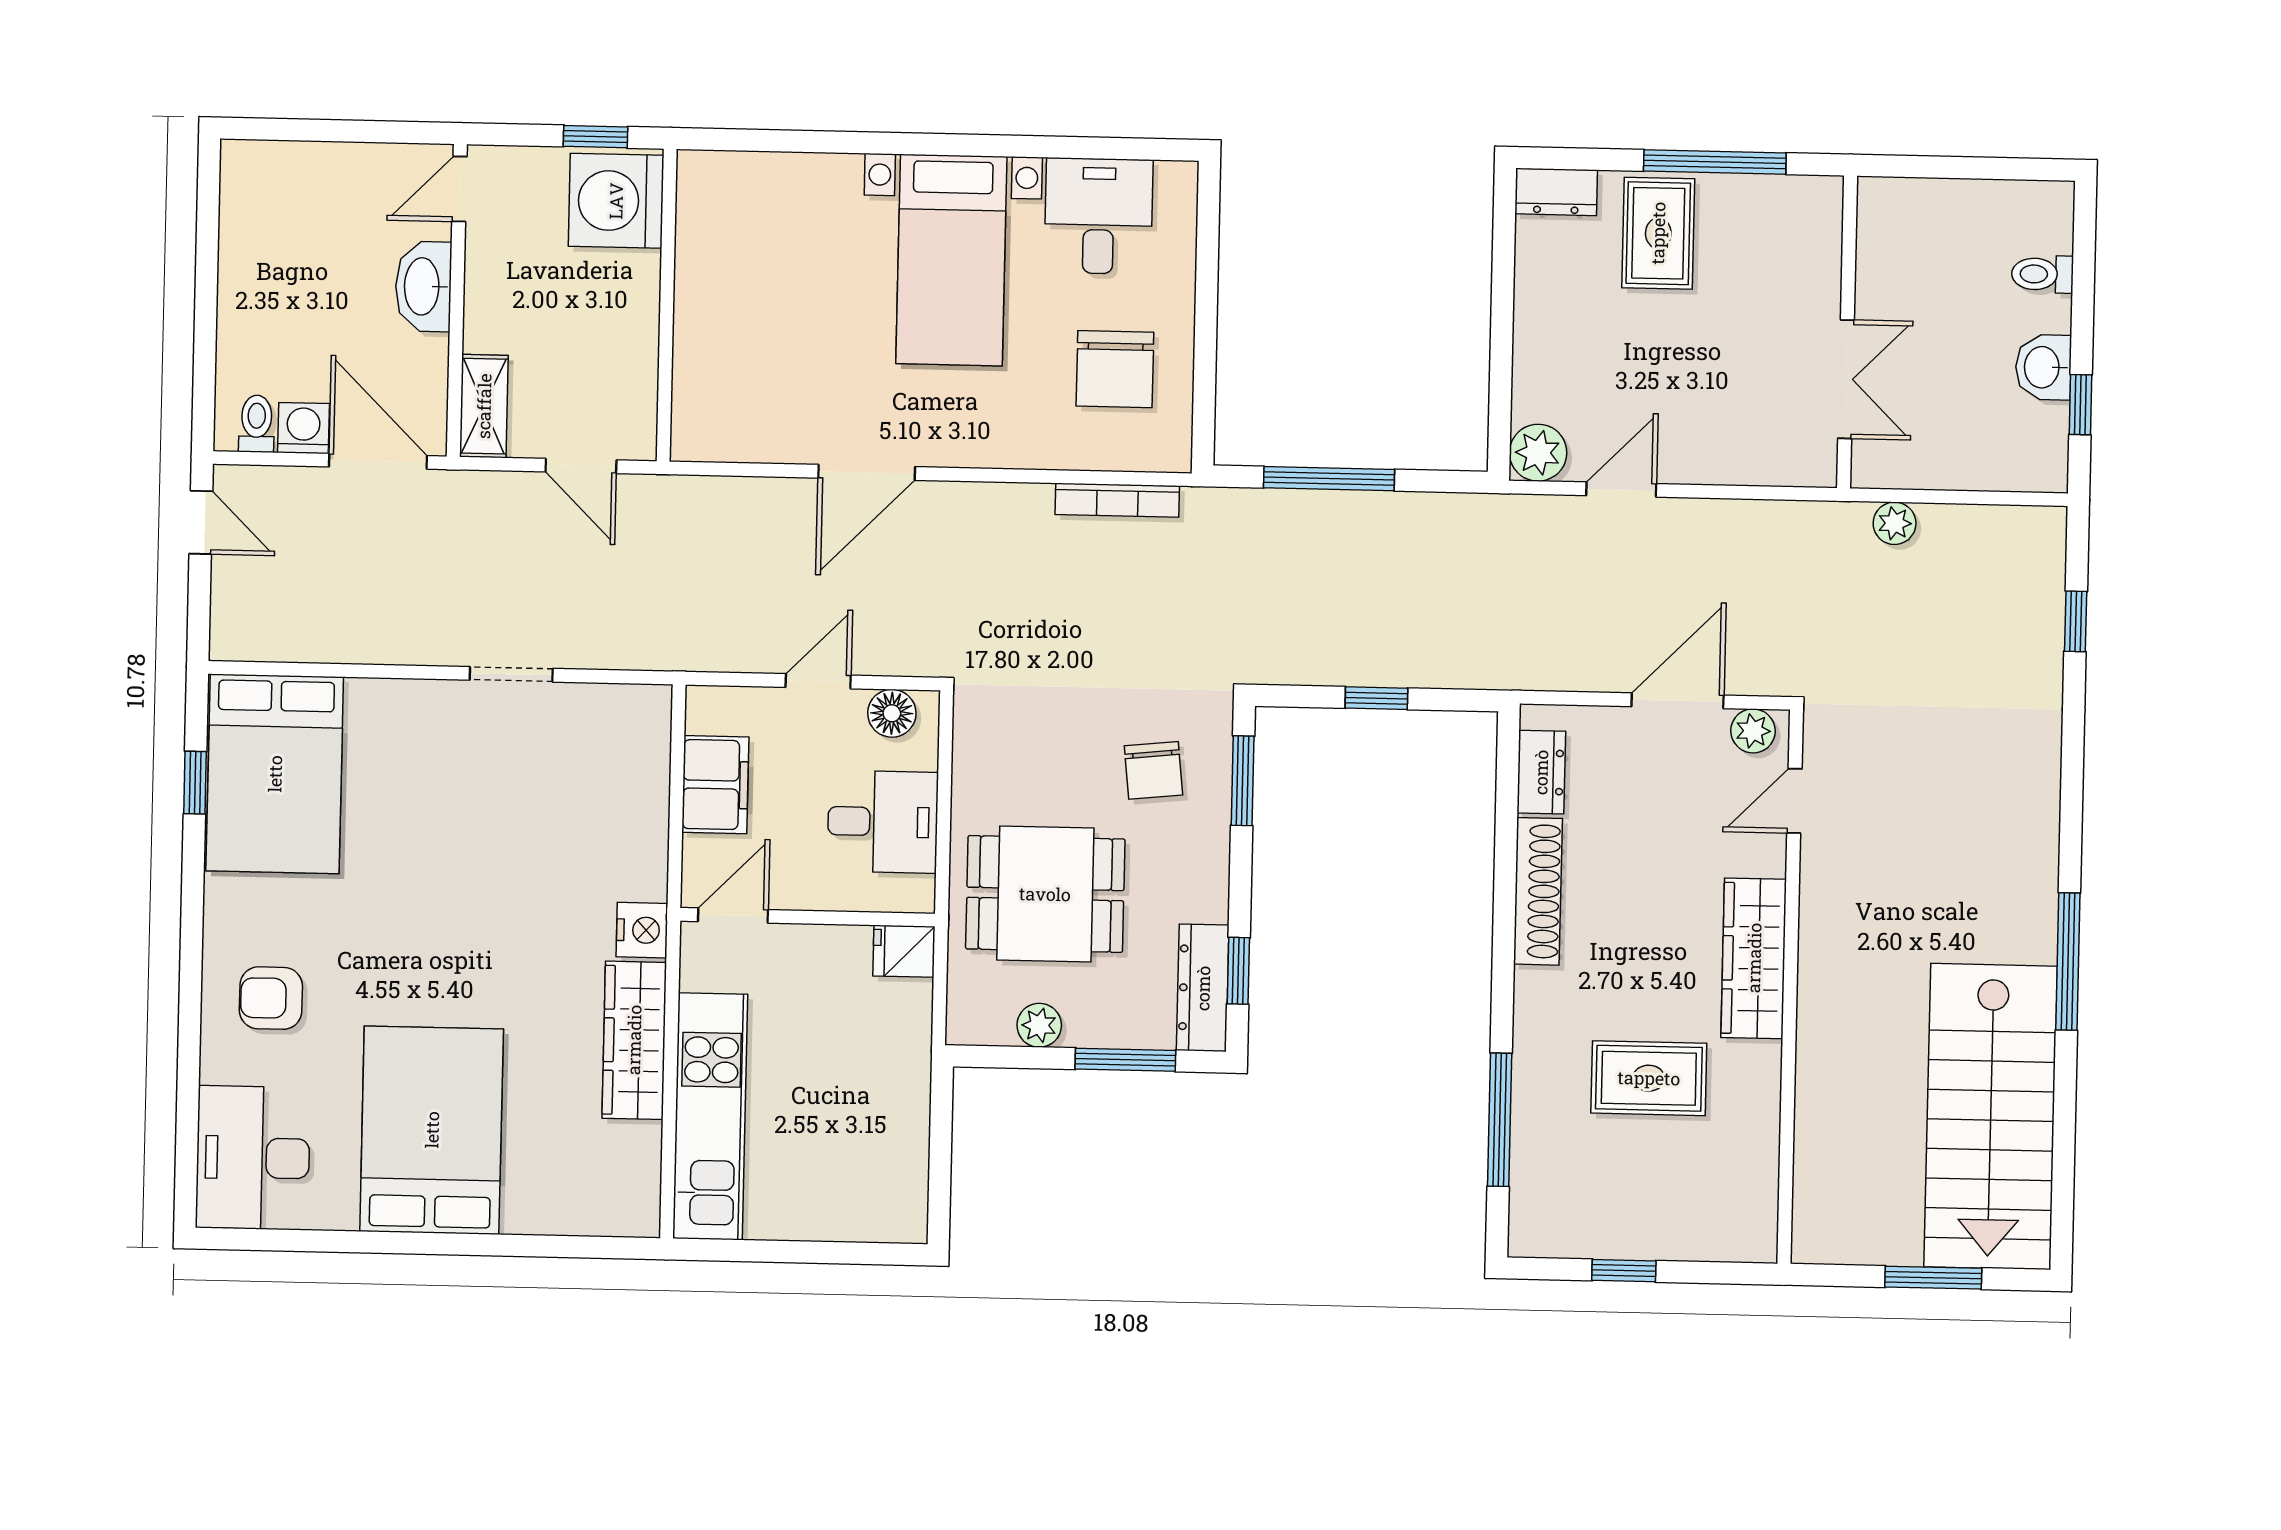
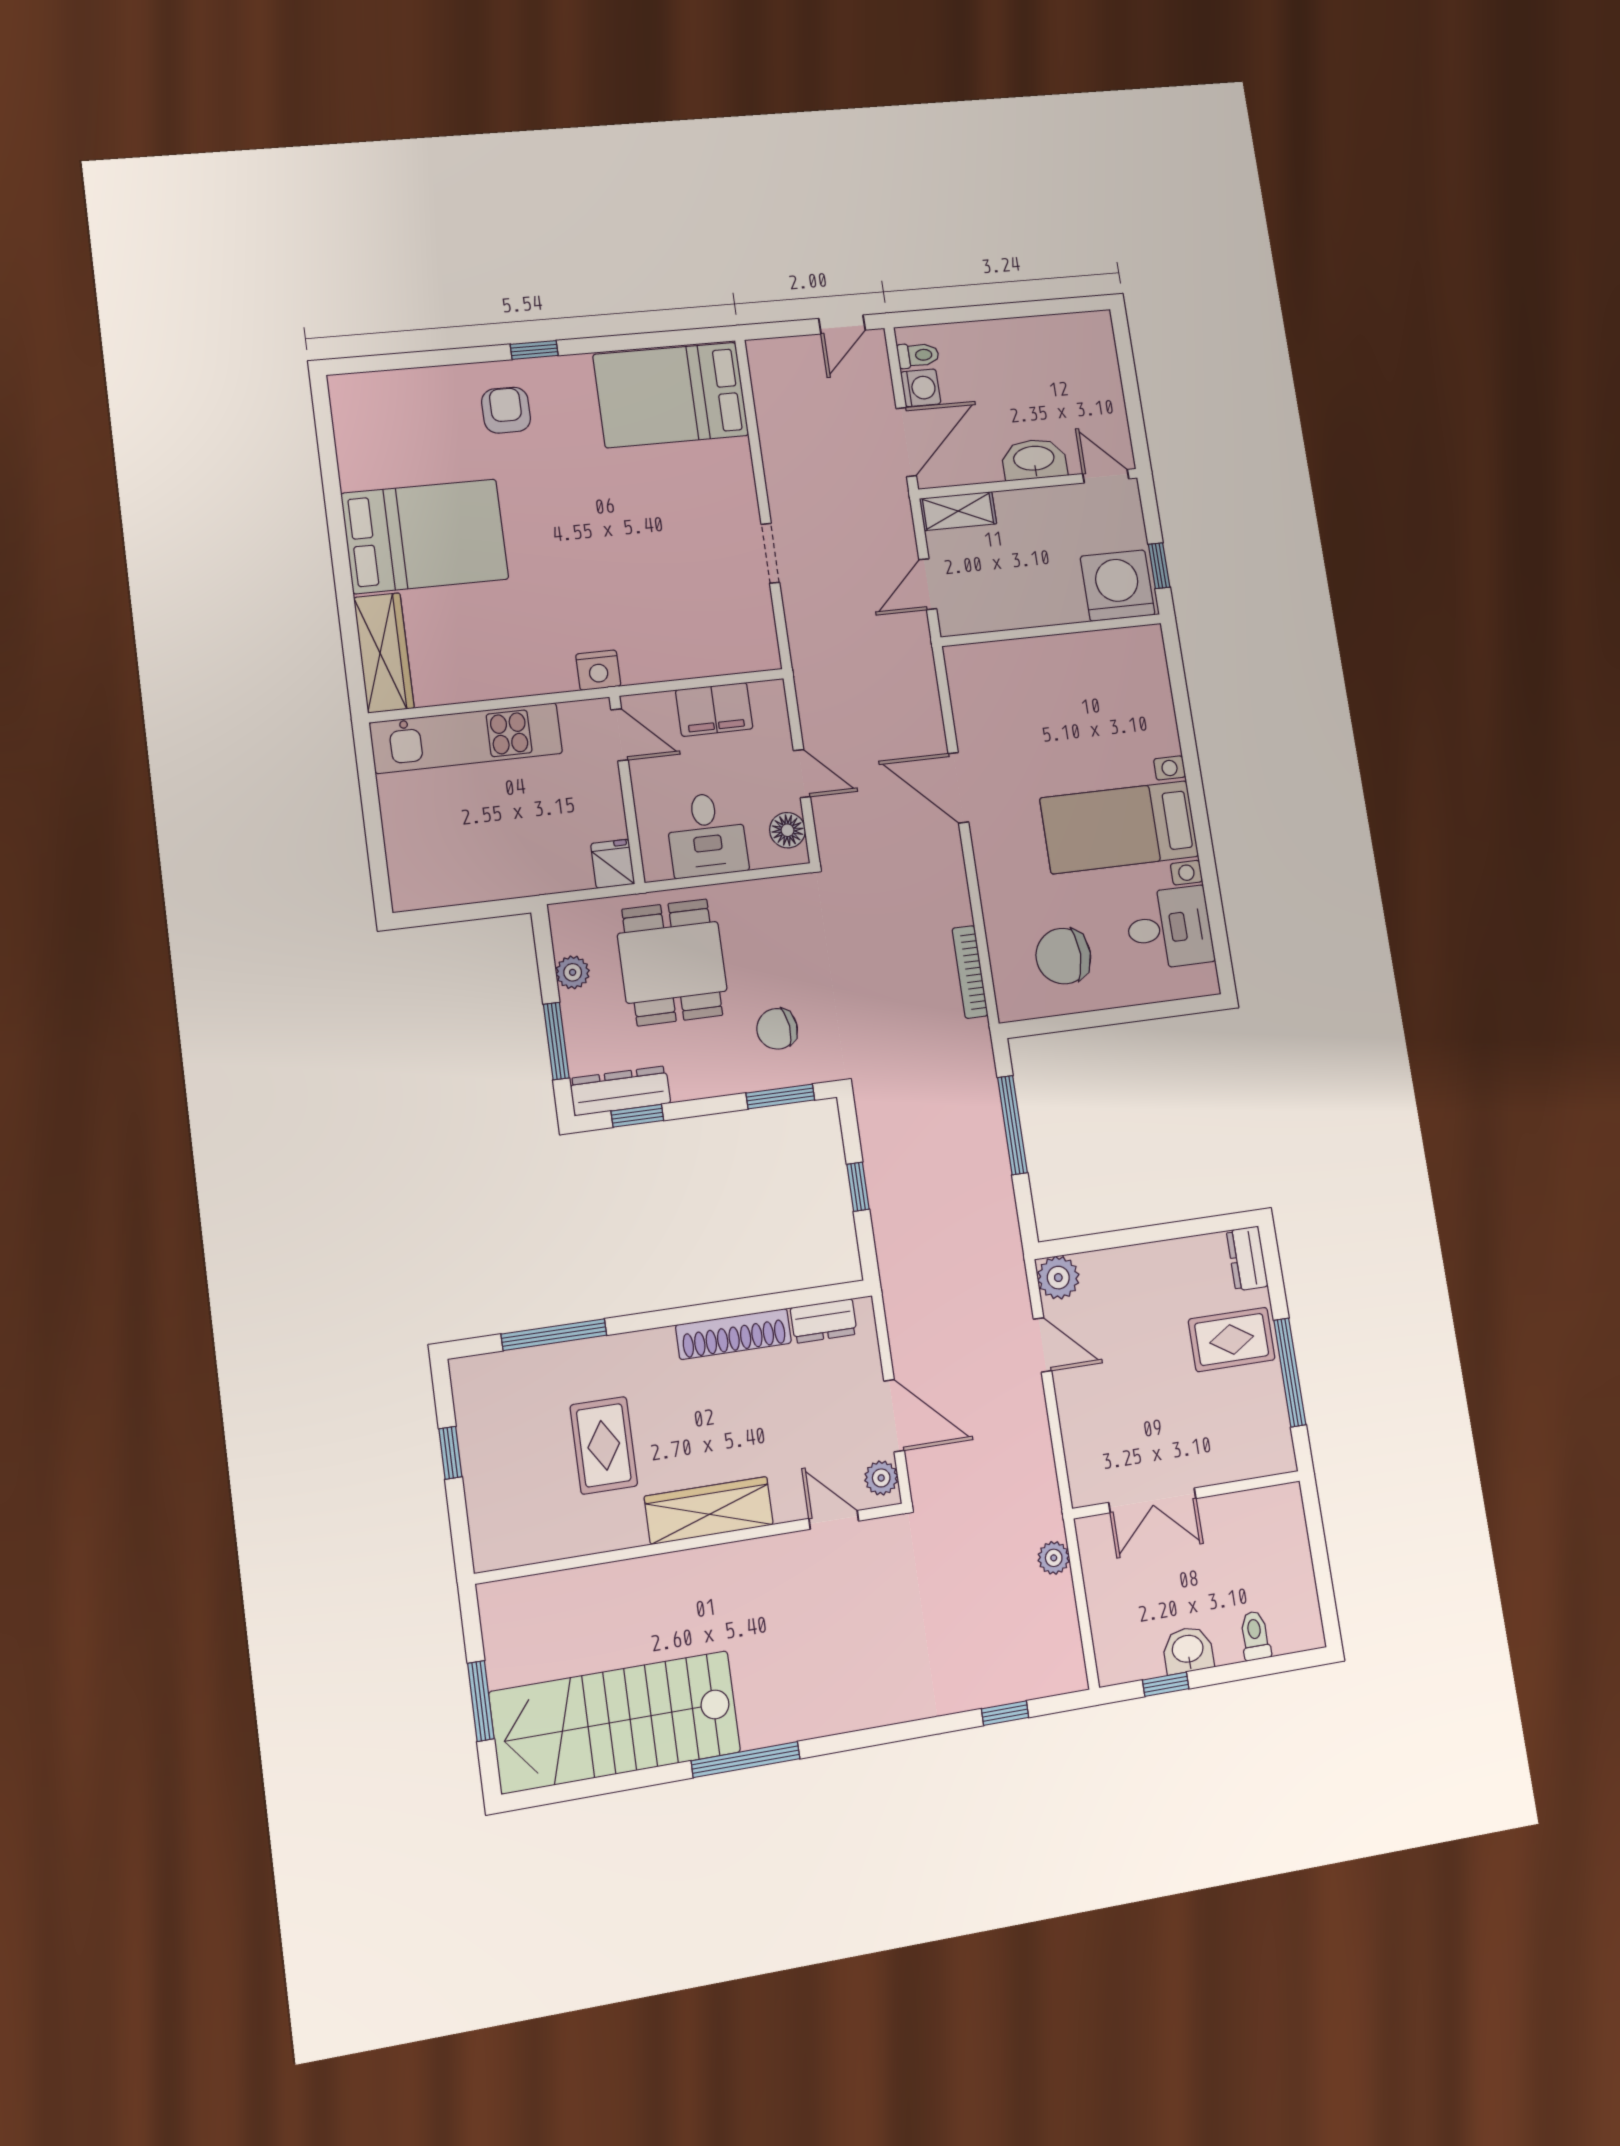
window: (195, 783) -> (534, 350), moved
wardrobe: (634, 1040) -> (384, 653), moved, turned 90
desk: (253, 1158) -> (385, 410), removed

